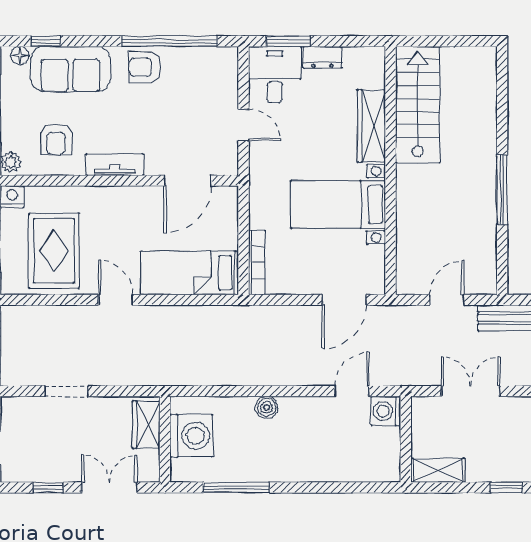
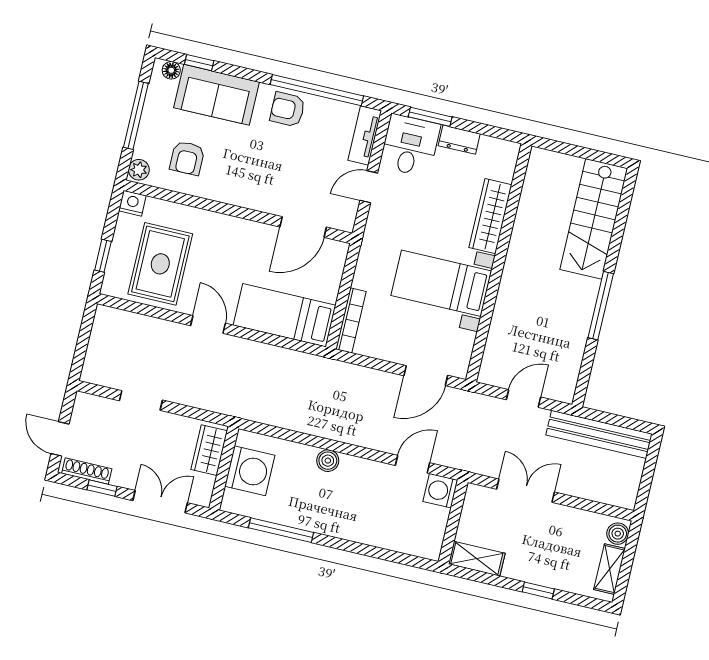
stairs: (418, 105) -> (594, 219), moved, turned 180
door: (243, 125) -> (369, 187), swing flipped
tv unit: (115, 165) -> (365, 135), moved, turned -90
shoe rack: (29, 474) -> (87, 471), added

